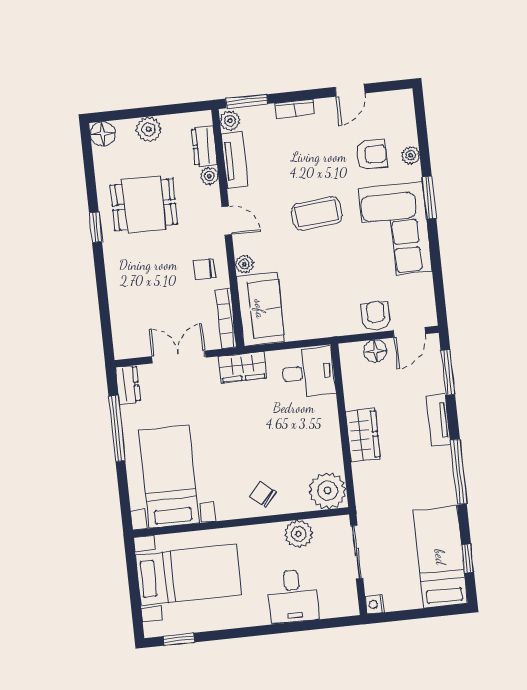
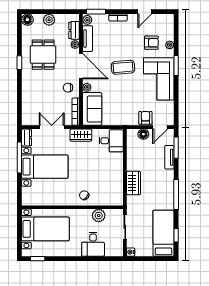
dining table: (144, 205) -> (43, 55), turned 90
door: (227, 221) -> (81, 66), width x1.87
tv unit: (438, 420) -> (169, 157), moved
wardrobe: (363, 435) -> (133, 183), moved
bed with nightstands: (169, 477) -> (45, 167), moved, turned 90
plant: (328, 491) -> (114, 197), removed

